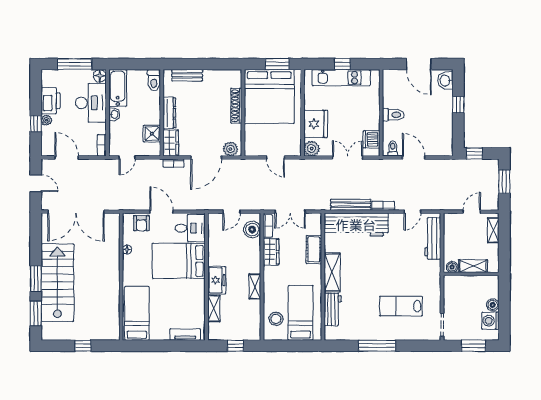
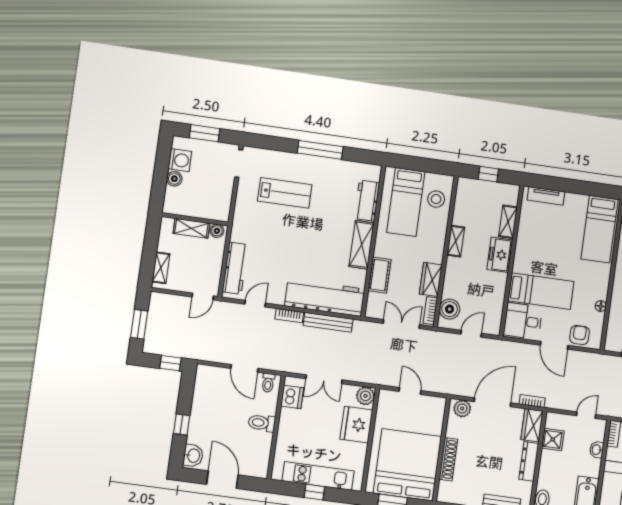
washbasin: (114, 114) -> (597, 450), moved
door: (472, 212) -> (203, 296), moved
bed: (179, 261) -> (541, 291), width x0.67

